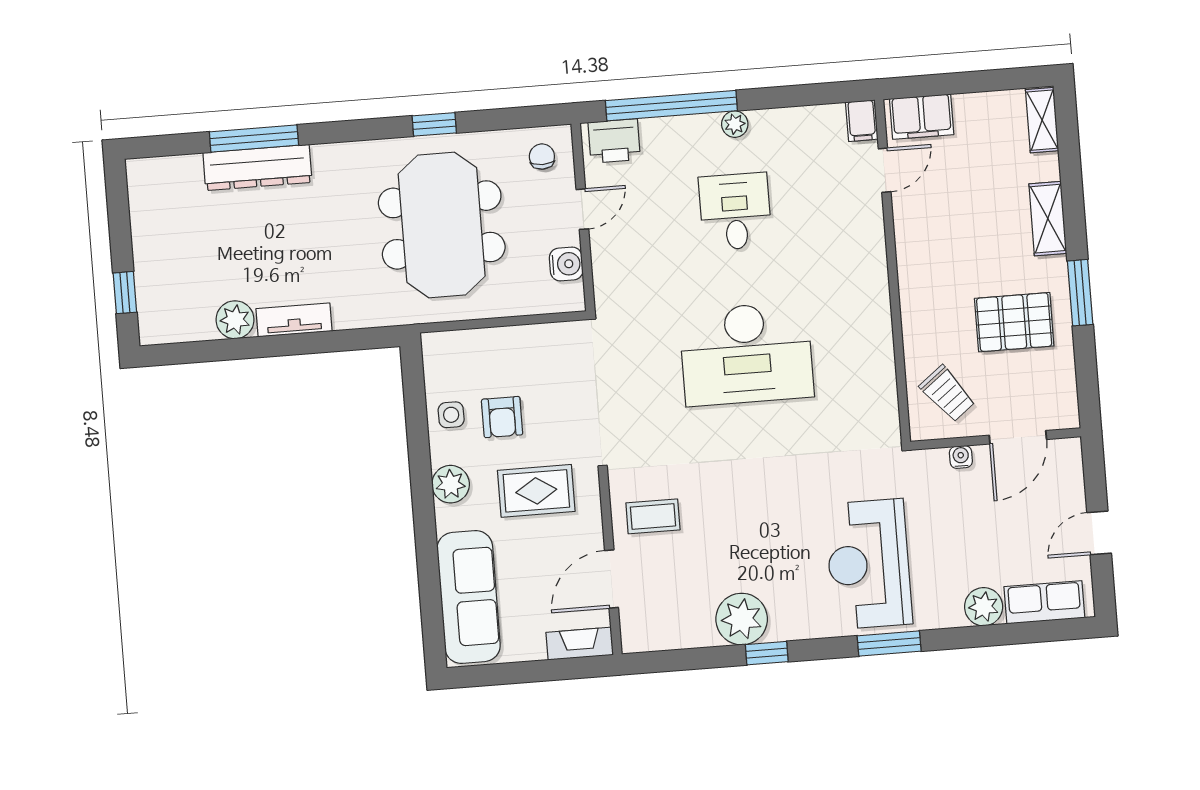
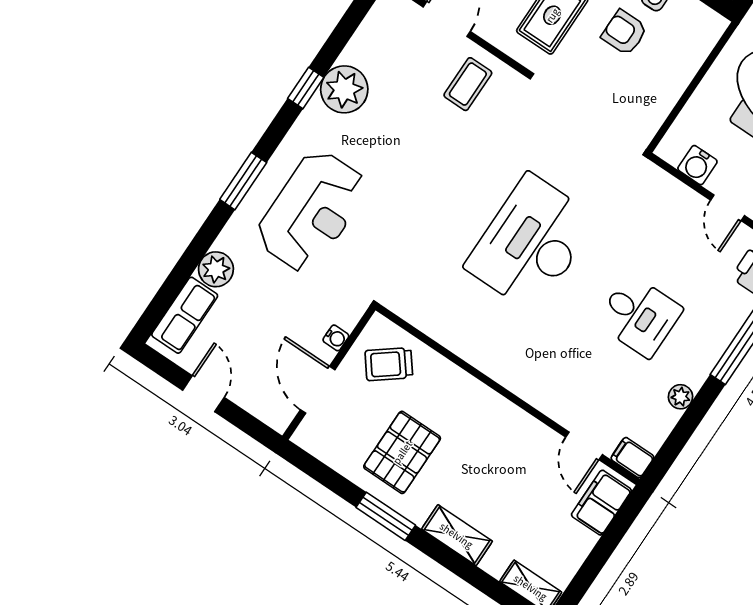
plant: (735, 124) -> (681, 397), moved
reception desk: (869, 564) -> (312, 211), turned 90

